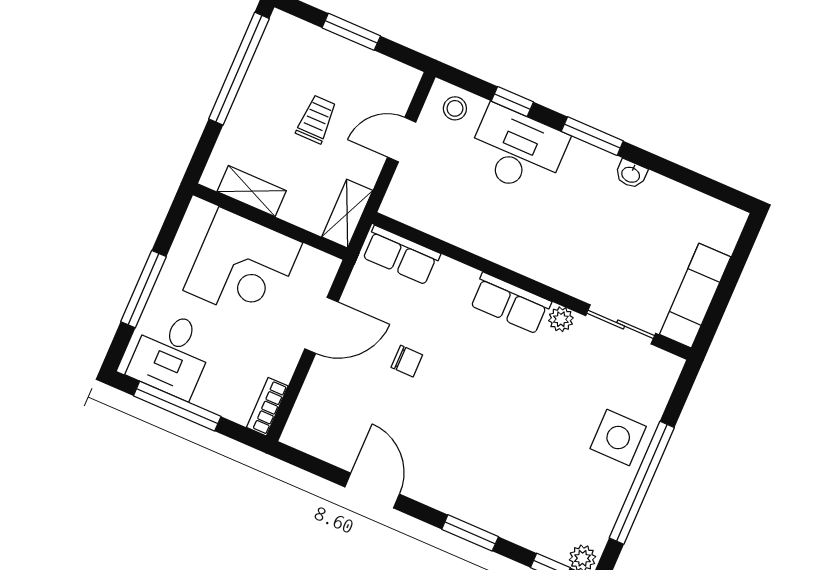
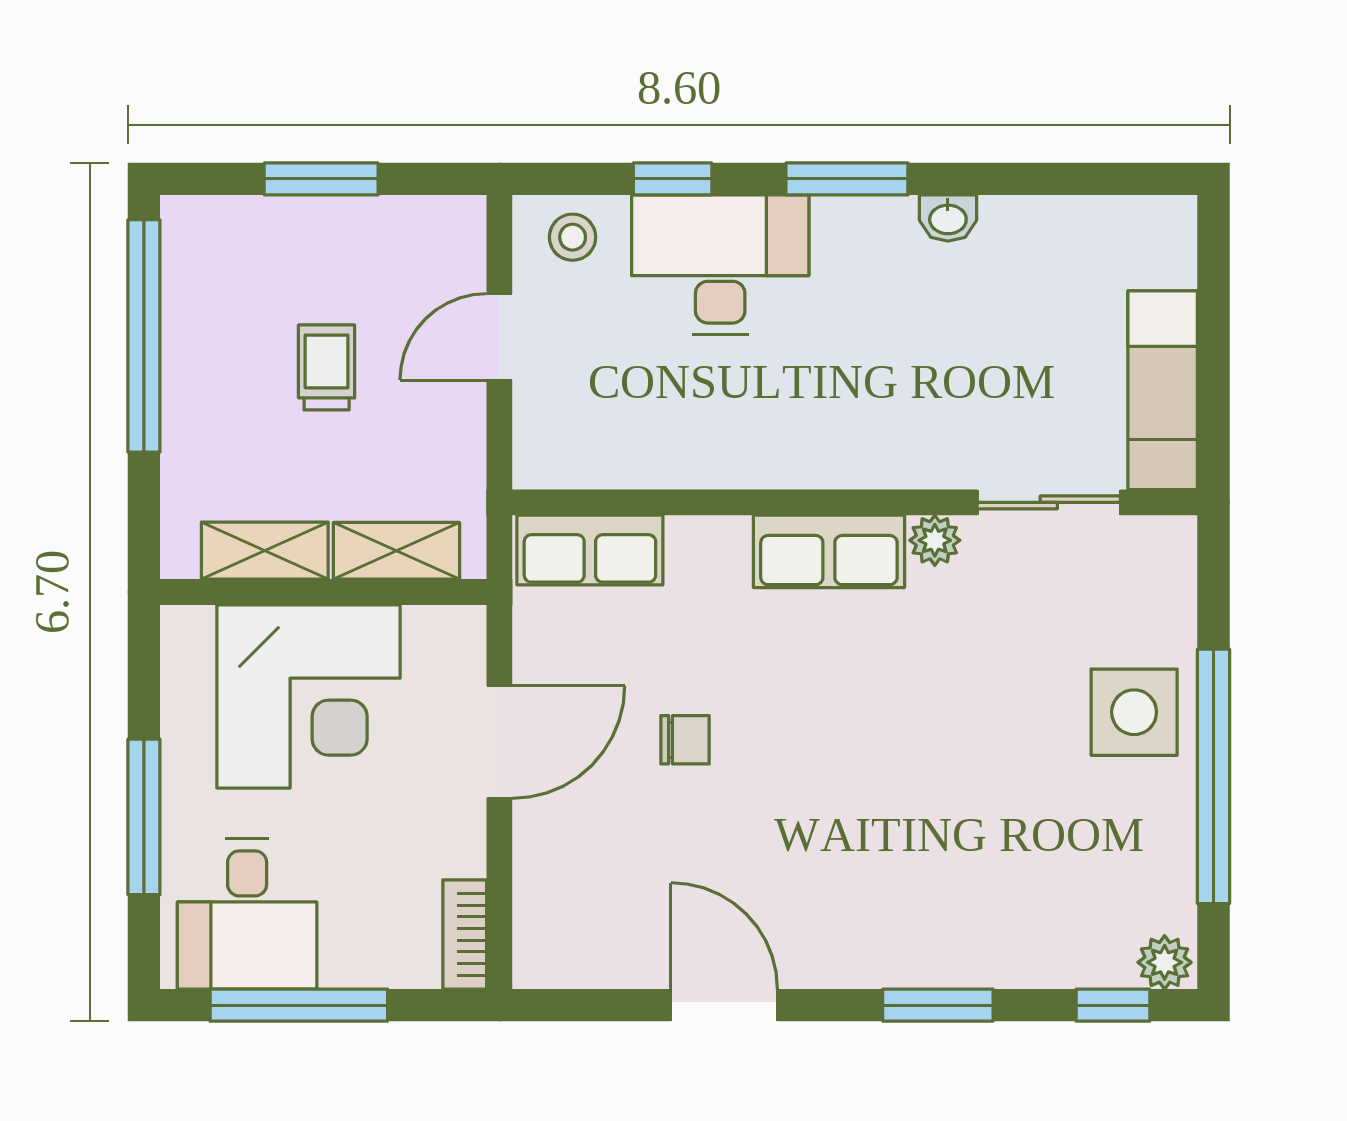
shelving: (347, 214) -> (396, 551), moved, turned 90

